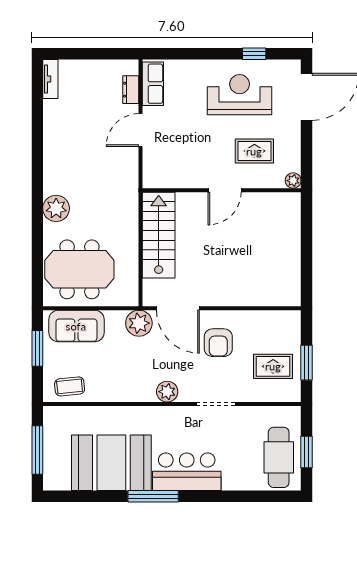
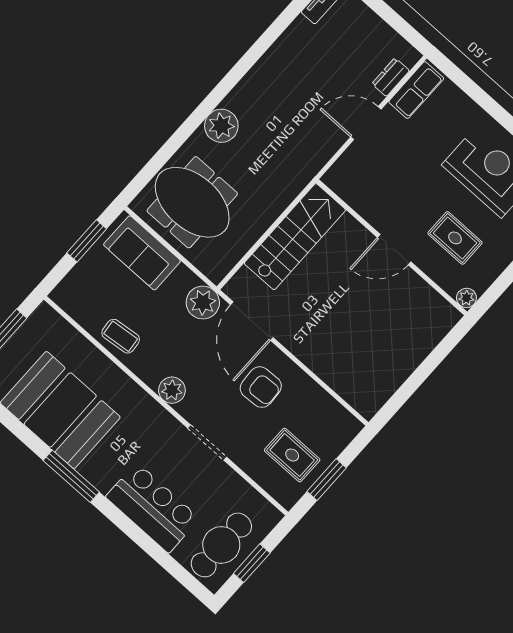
armchair: (218, 343) -> (261, 387), turned -93
coffee table: (70, 386) -> (121, 336), moved
bar counter: (187, 472) -> (153, 508), moved

